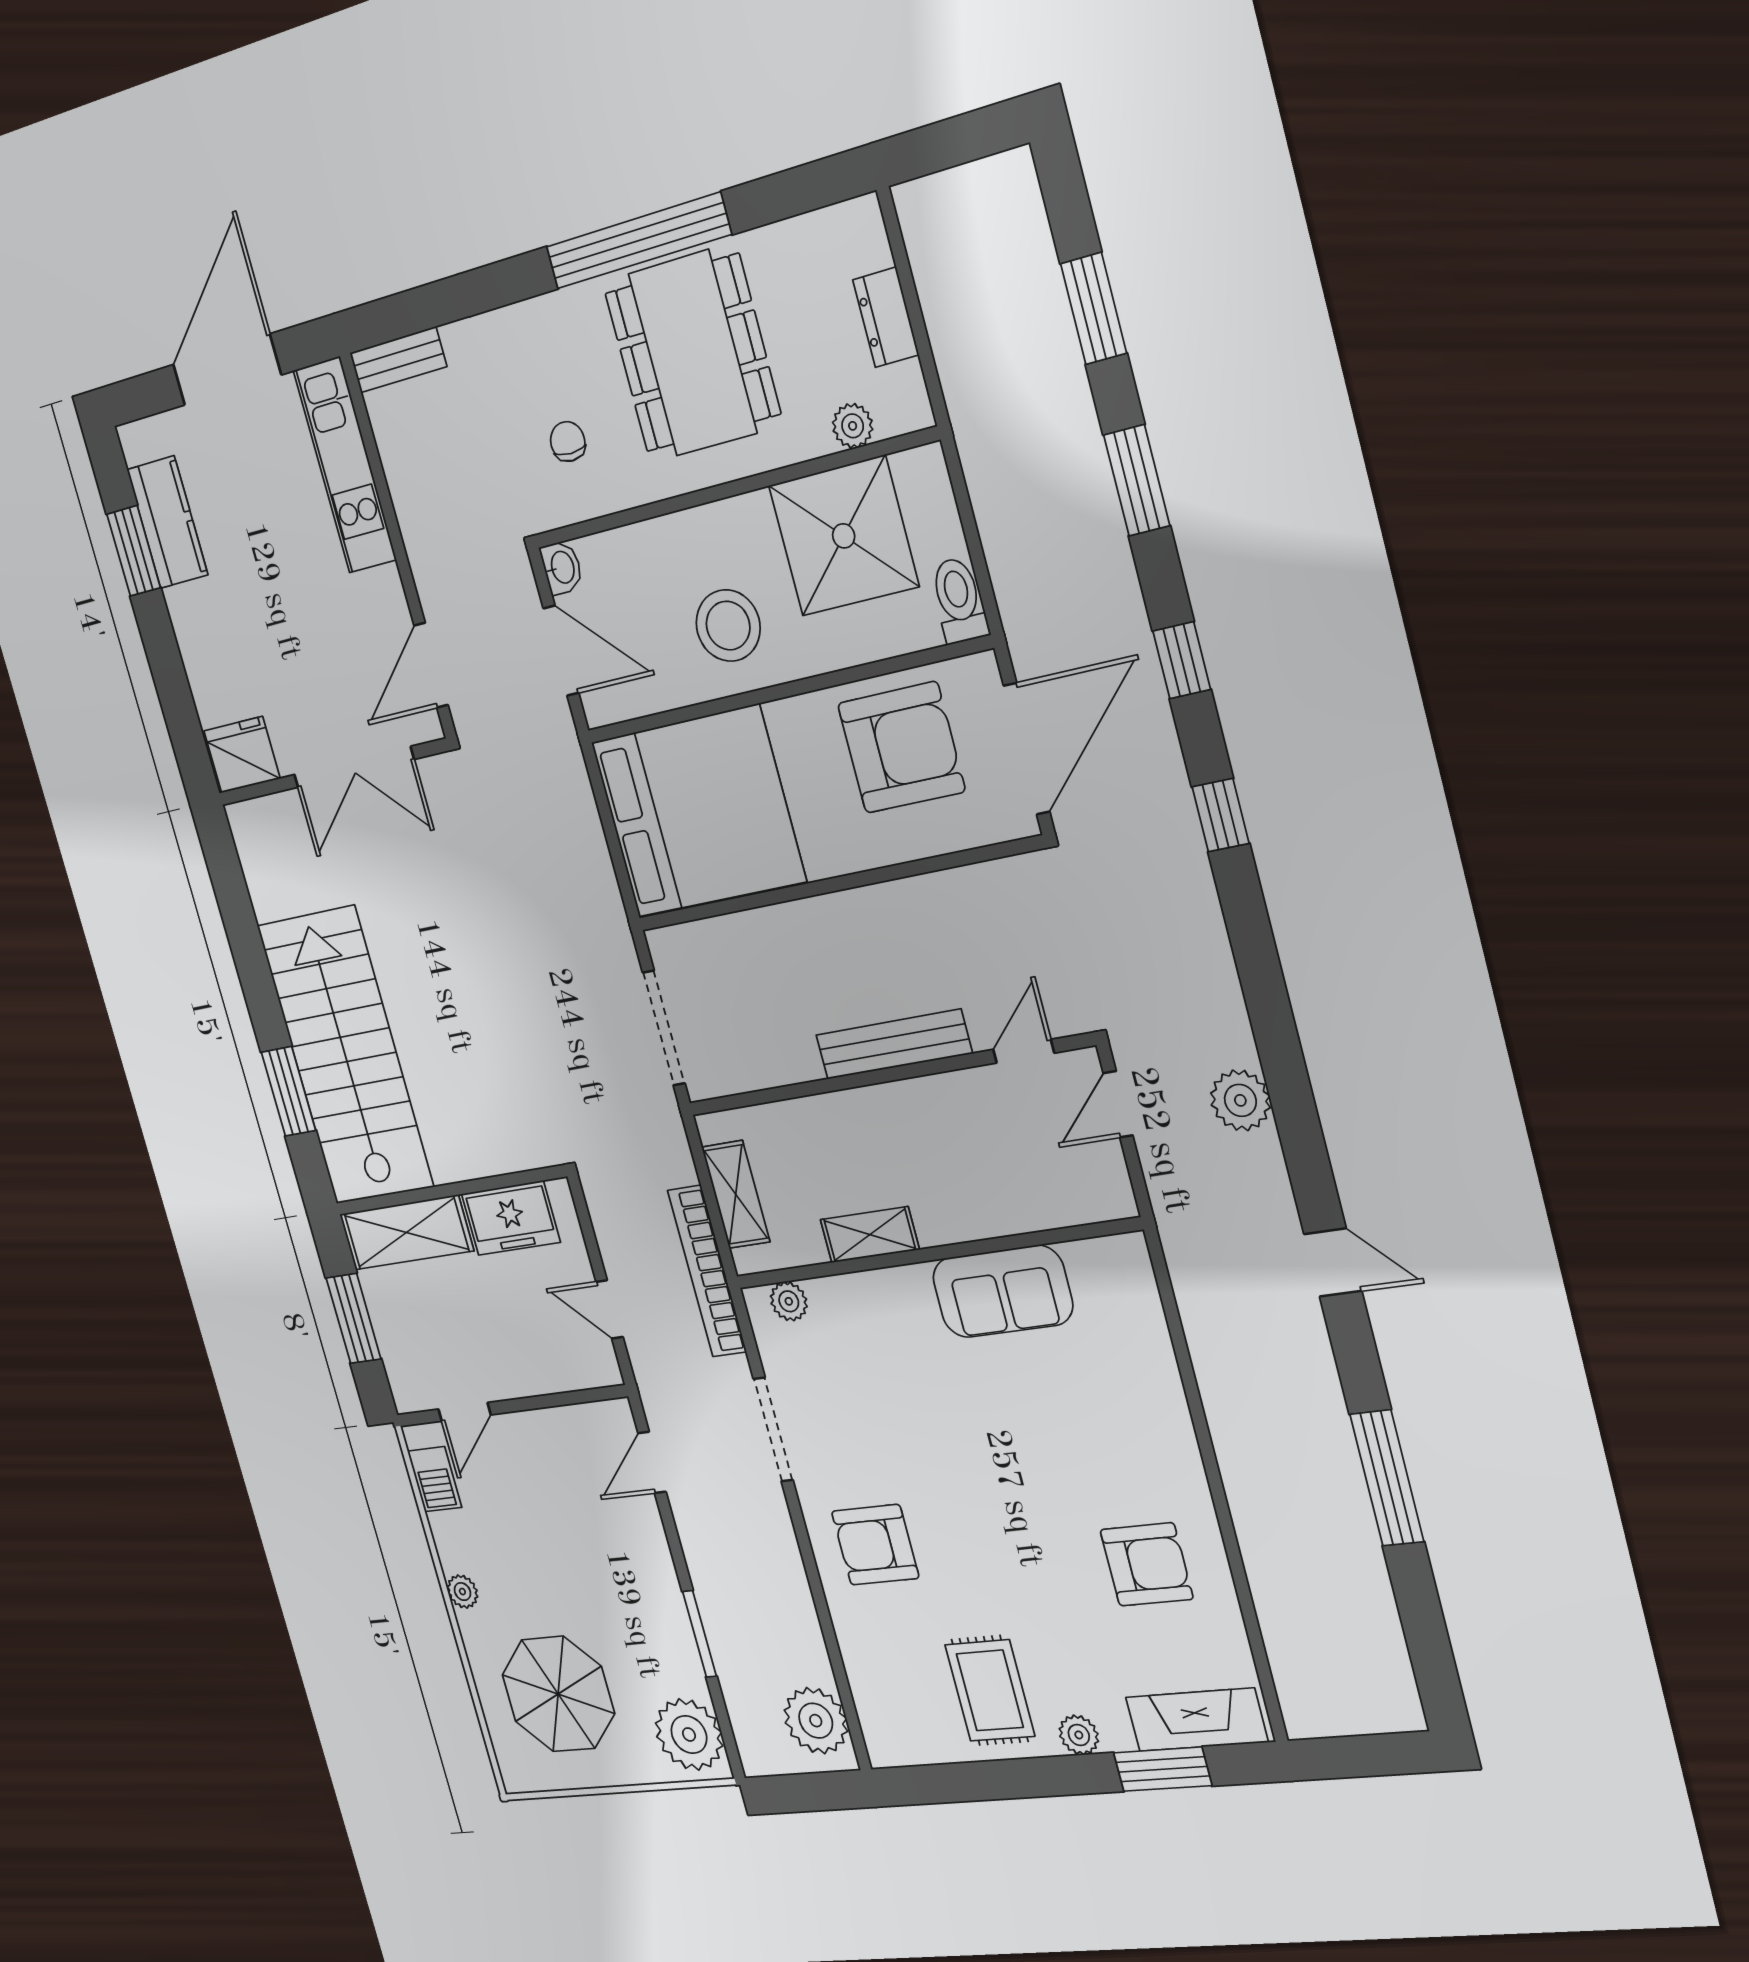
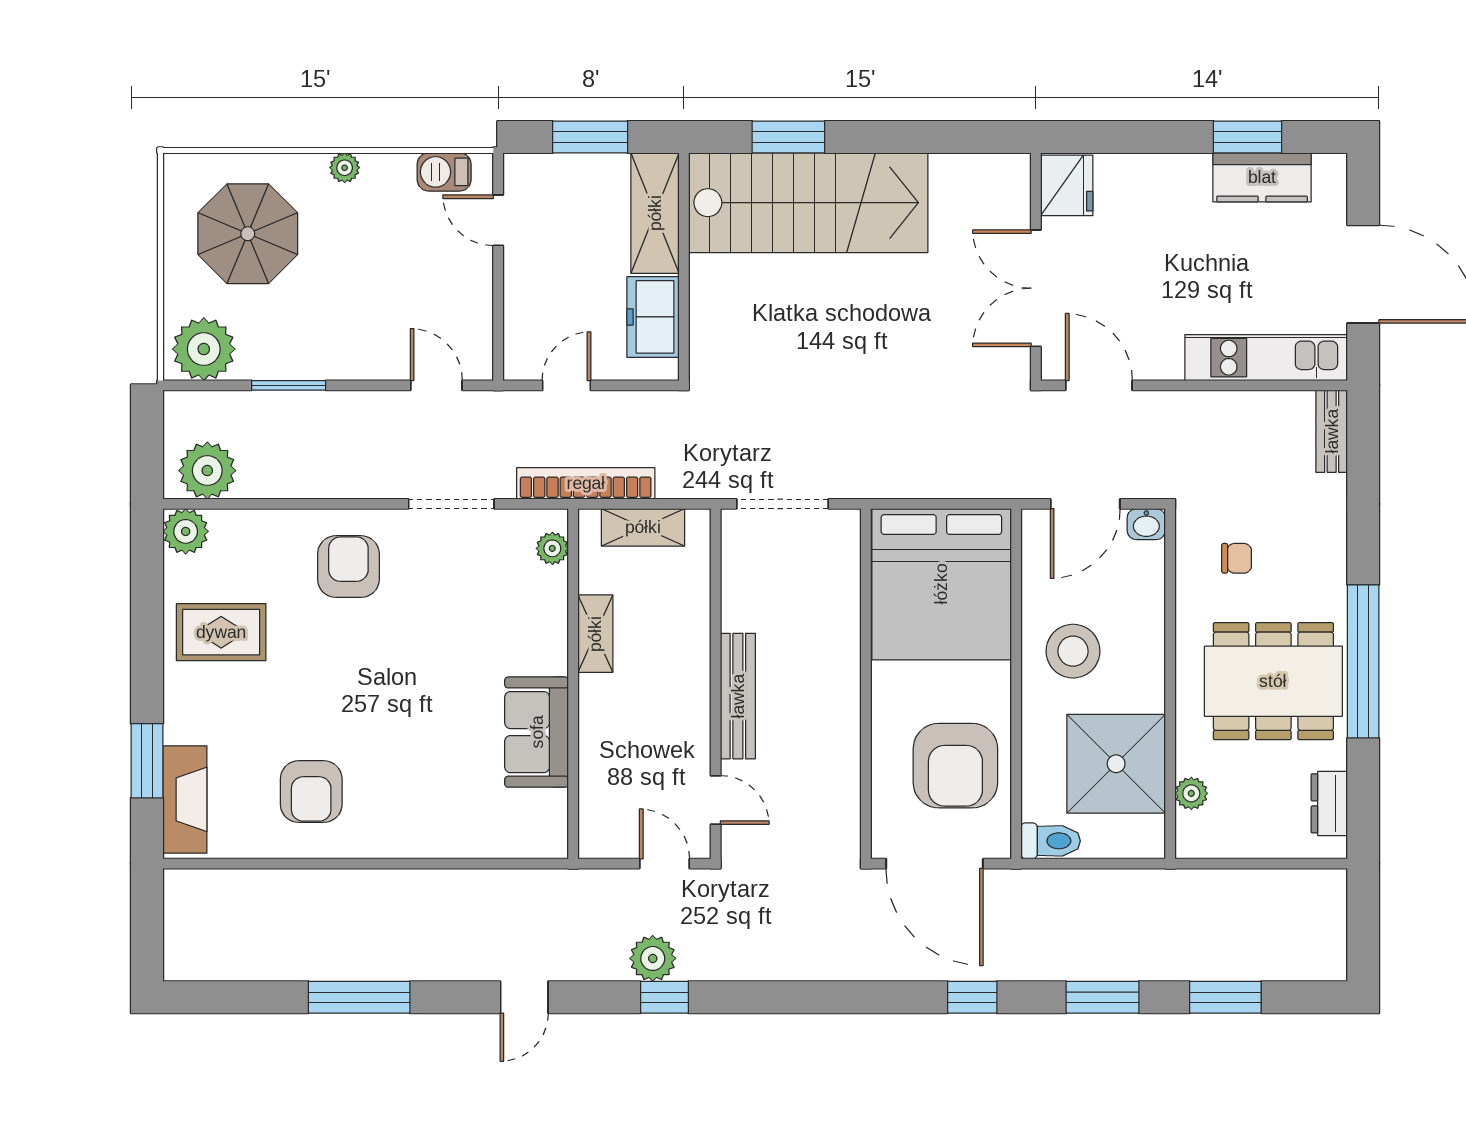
dresser: (886, 317) -> (1329, 803), moved, turned -90
window: (1221, 815) -> (664, 997), moved
plant: (1079, 1735) -> (186, 531), moved, width x1.38, depth x1.38

